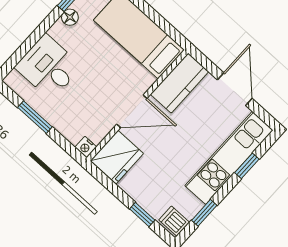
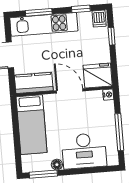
desk: (48, 67) -> (84, 151), width x1.37
window: (35, 117) -> (119, 132), width x1.44
window: (247, 166) -> (39, 12), width x1.50

